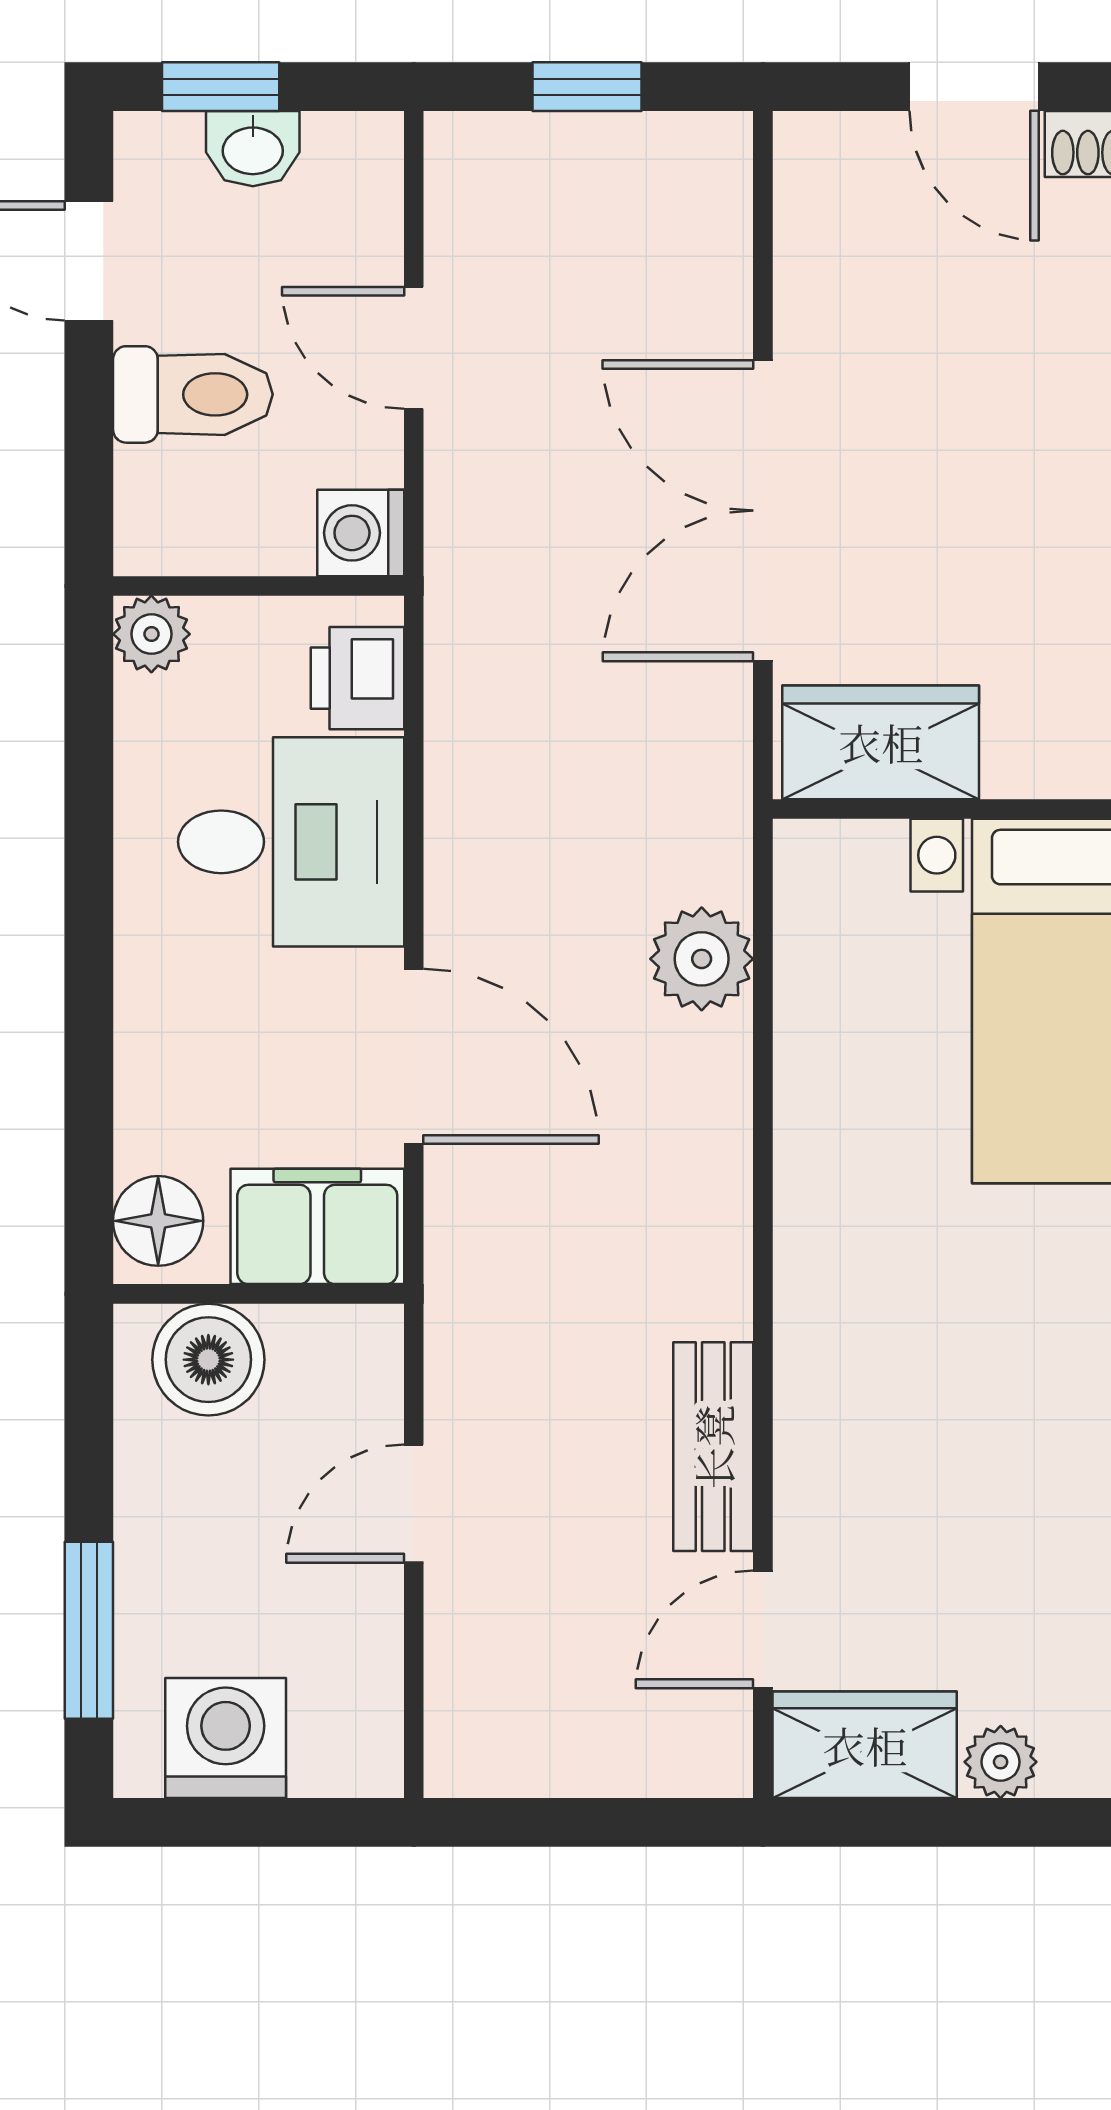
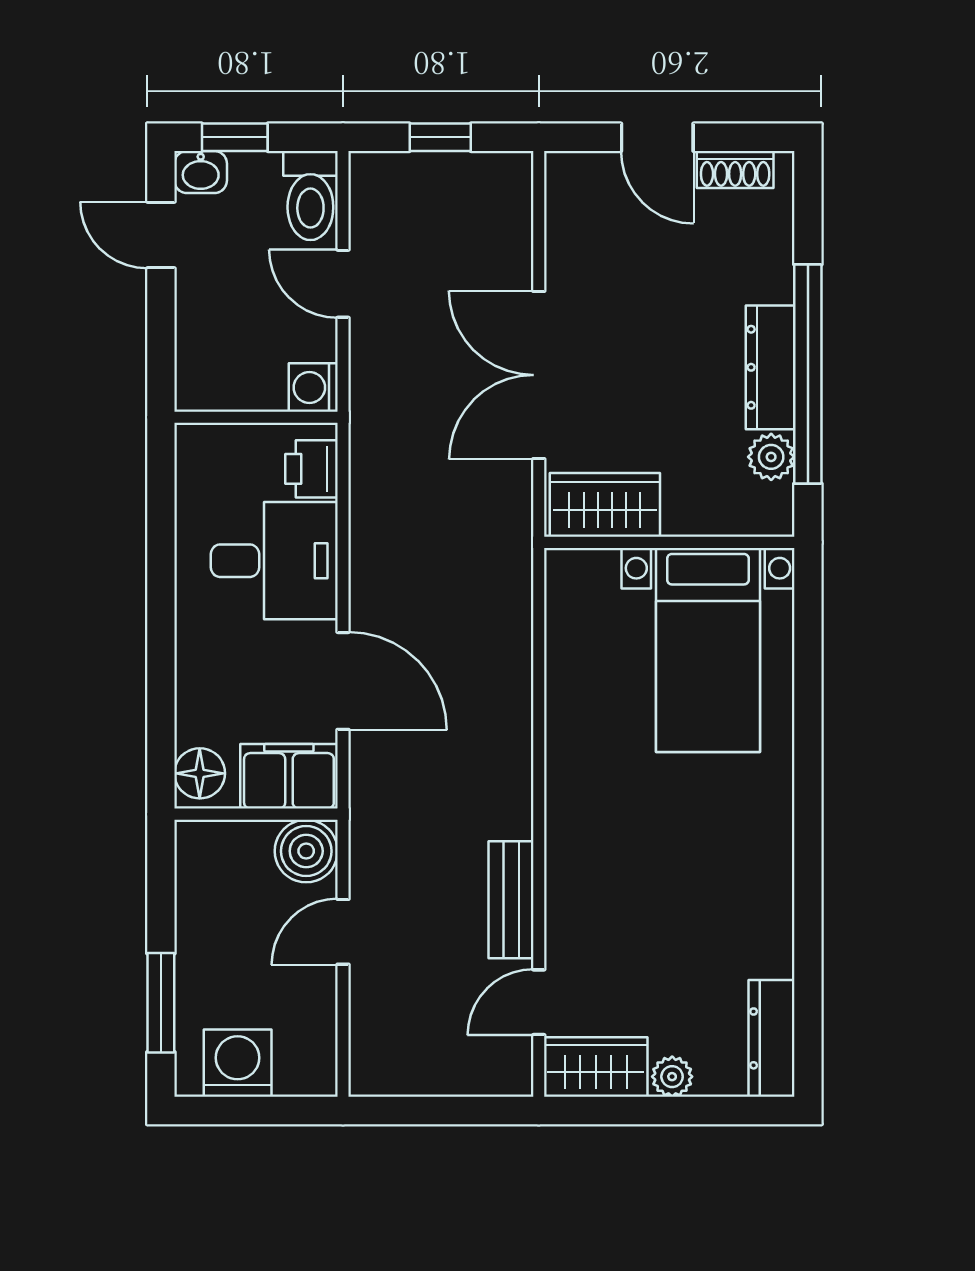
washbasin: (253, 149) -> (201, 172), moved
toilet: (193, 394) -> (310, 196), moved, turned 90
plant: (151, 634) -> (196, 444), removed
plant: (702, 959) -> (504, 626), removed
boiler: (208, 1360) -> (306, 851), moved

